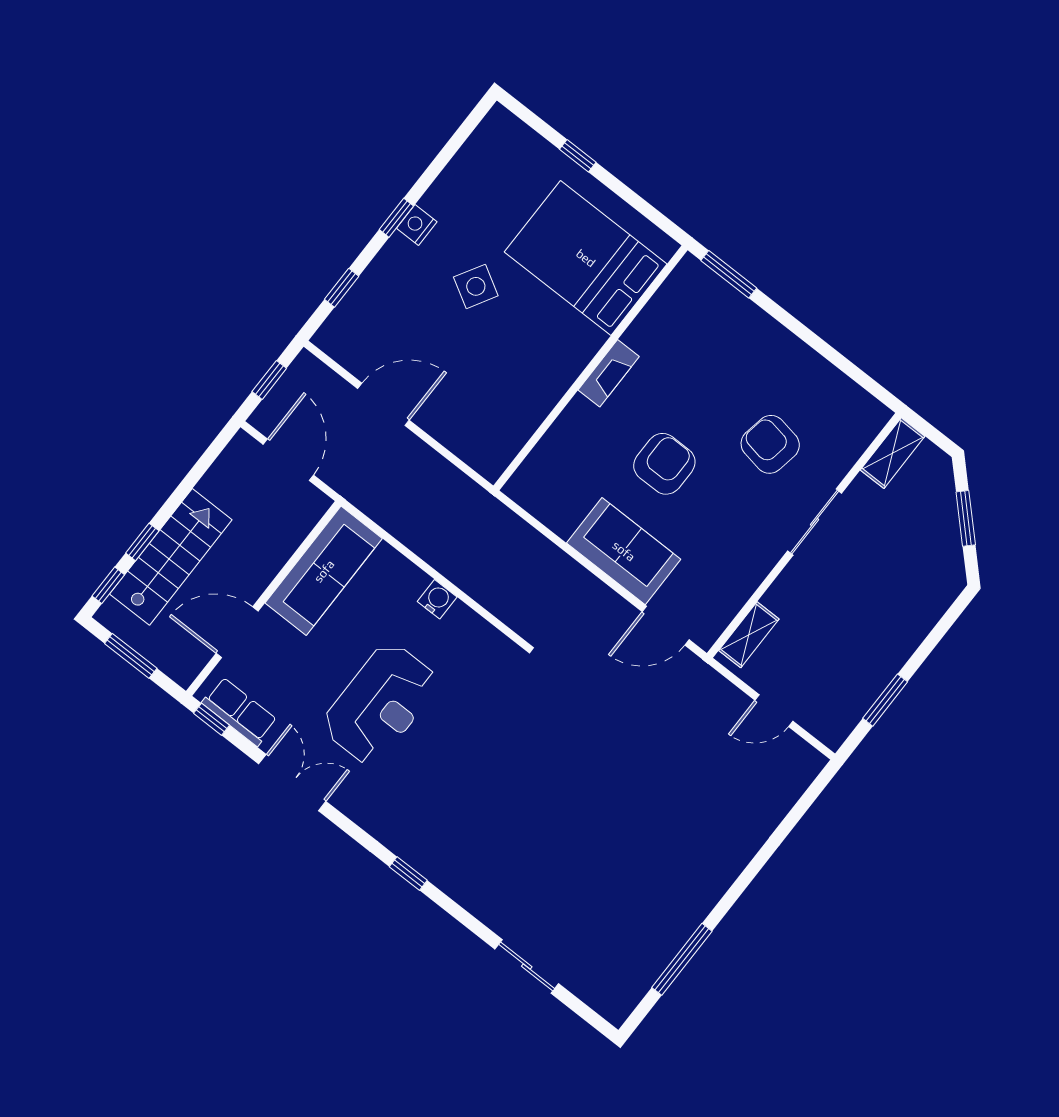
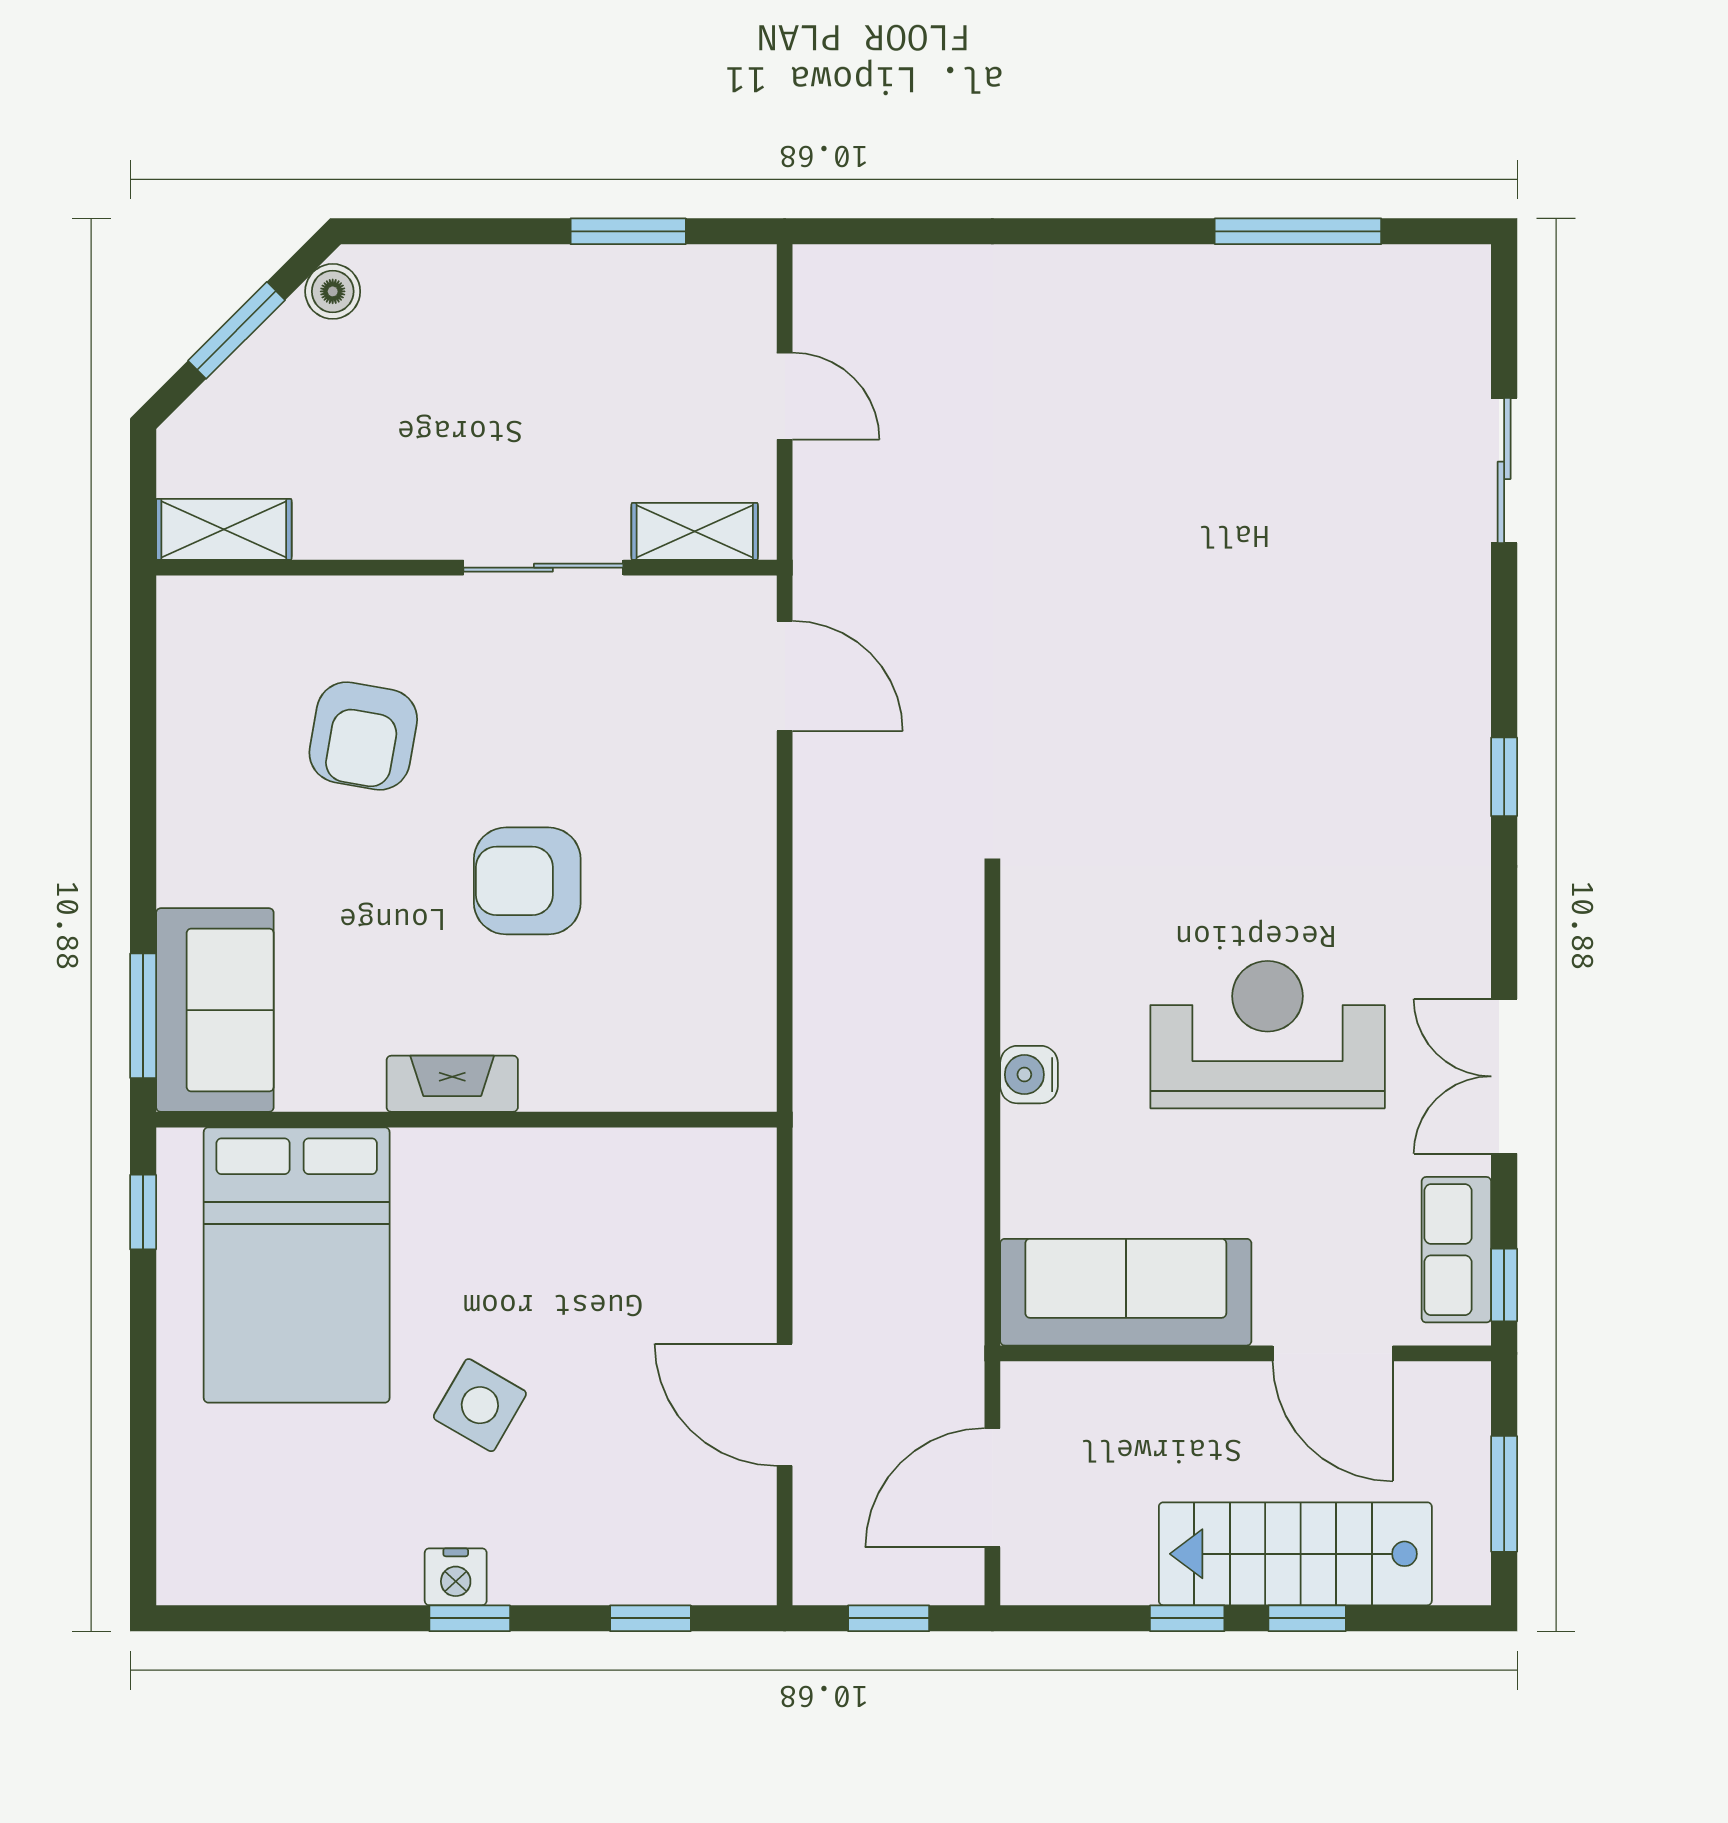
window: (578, 156) -> (143, 1212), moved
sliding door: (815, 522) -> (543, 568), moved
sofa: (624, 551) -> (215, 1010), moved, turned 180
boiler: (952, 567) -> (333, 291), added
window: (108, 585) -> (1187, 1618), moved

